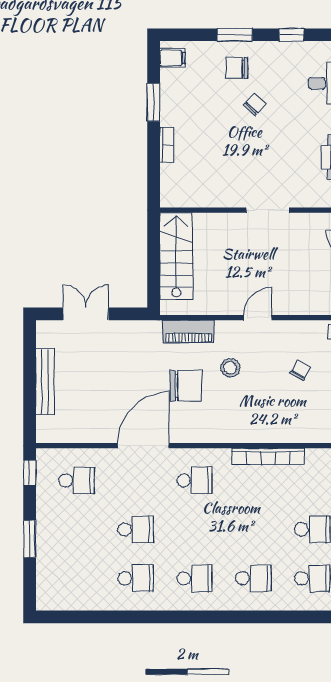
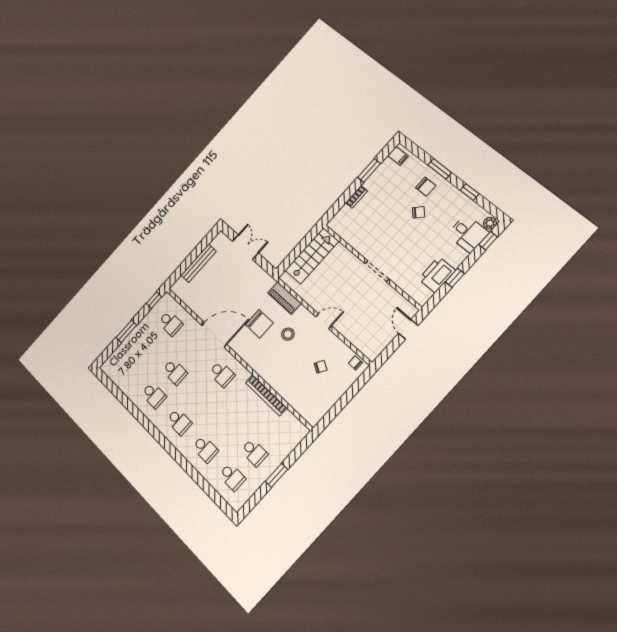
chair: (237, 68) -> (426, 187), turned 180

